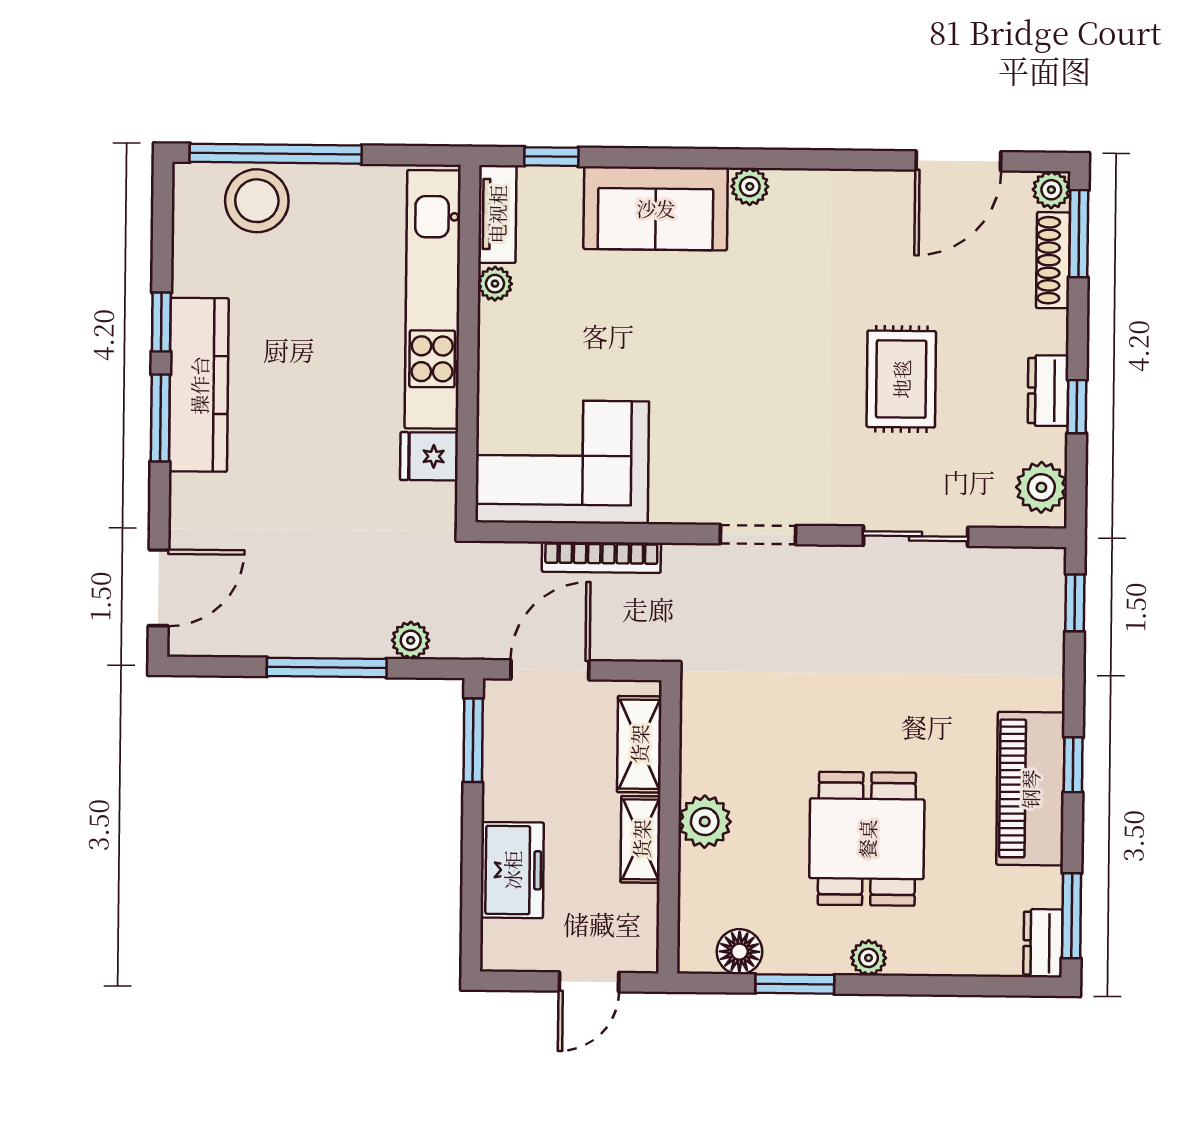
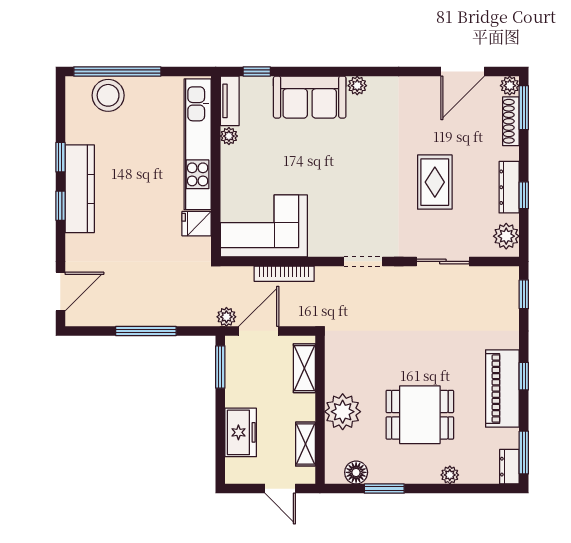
dresser: (1048, 391) -> (509, 187), width x1.44
window: (160, 418) -> (60, 206), width x0.67
plant: (411, 640) -> (226, 317), moved
plant: (705, 822) -> (343, 412), width x1.36, depth x1.36
shelving: (641, 839) -> (305, 444), moved
dining table: (867, 839) -> (420, 415), turned 90
plant: (869, 958) -> (450, 475), moved
door: (589, 982) -> (280, 489), hinge flipped

